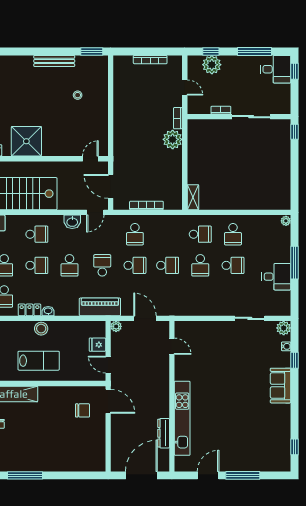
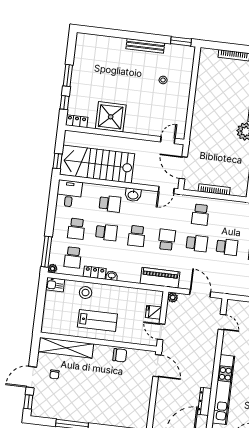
washbasin: (72, 222) -> (133, 195), moved
stool: (41, 329) -> (86, 293), moved
chair: (83, 410) -> (120, 355), moved

